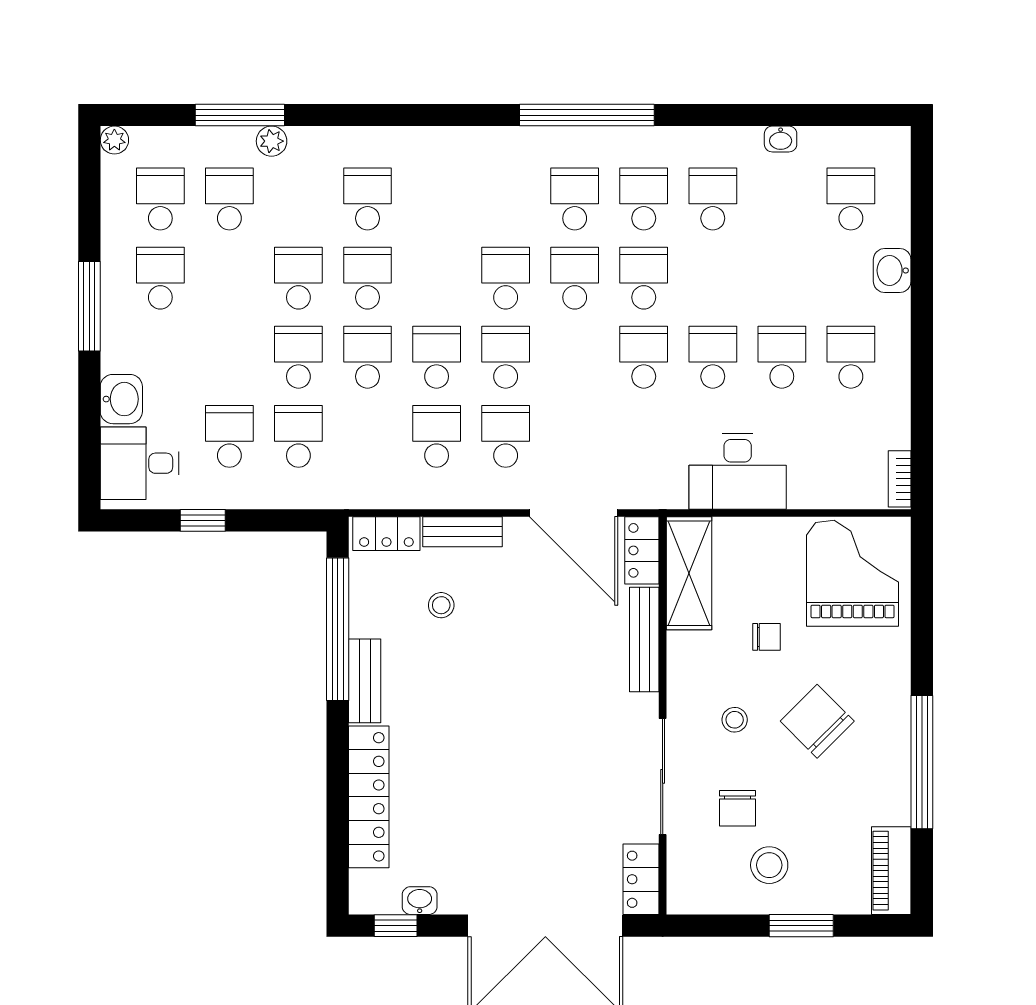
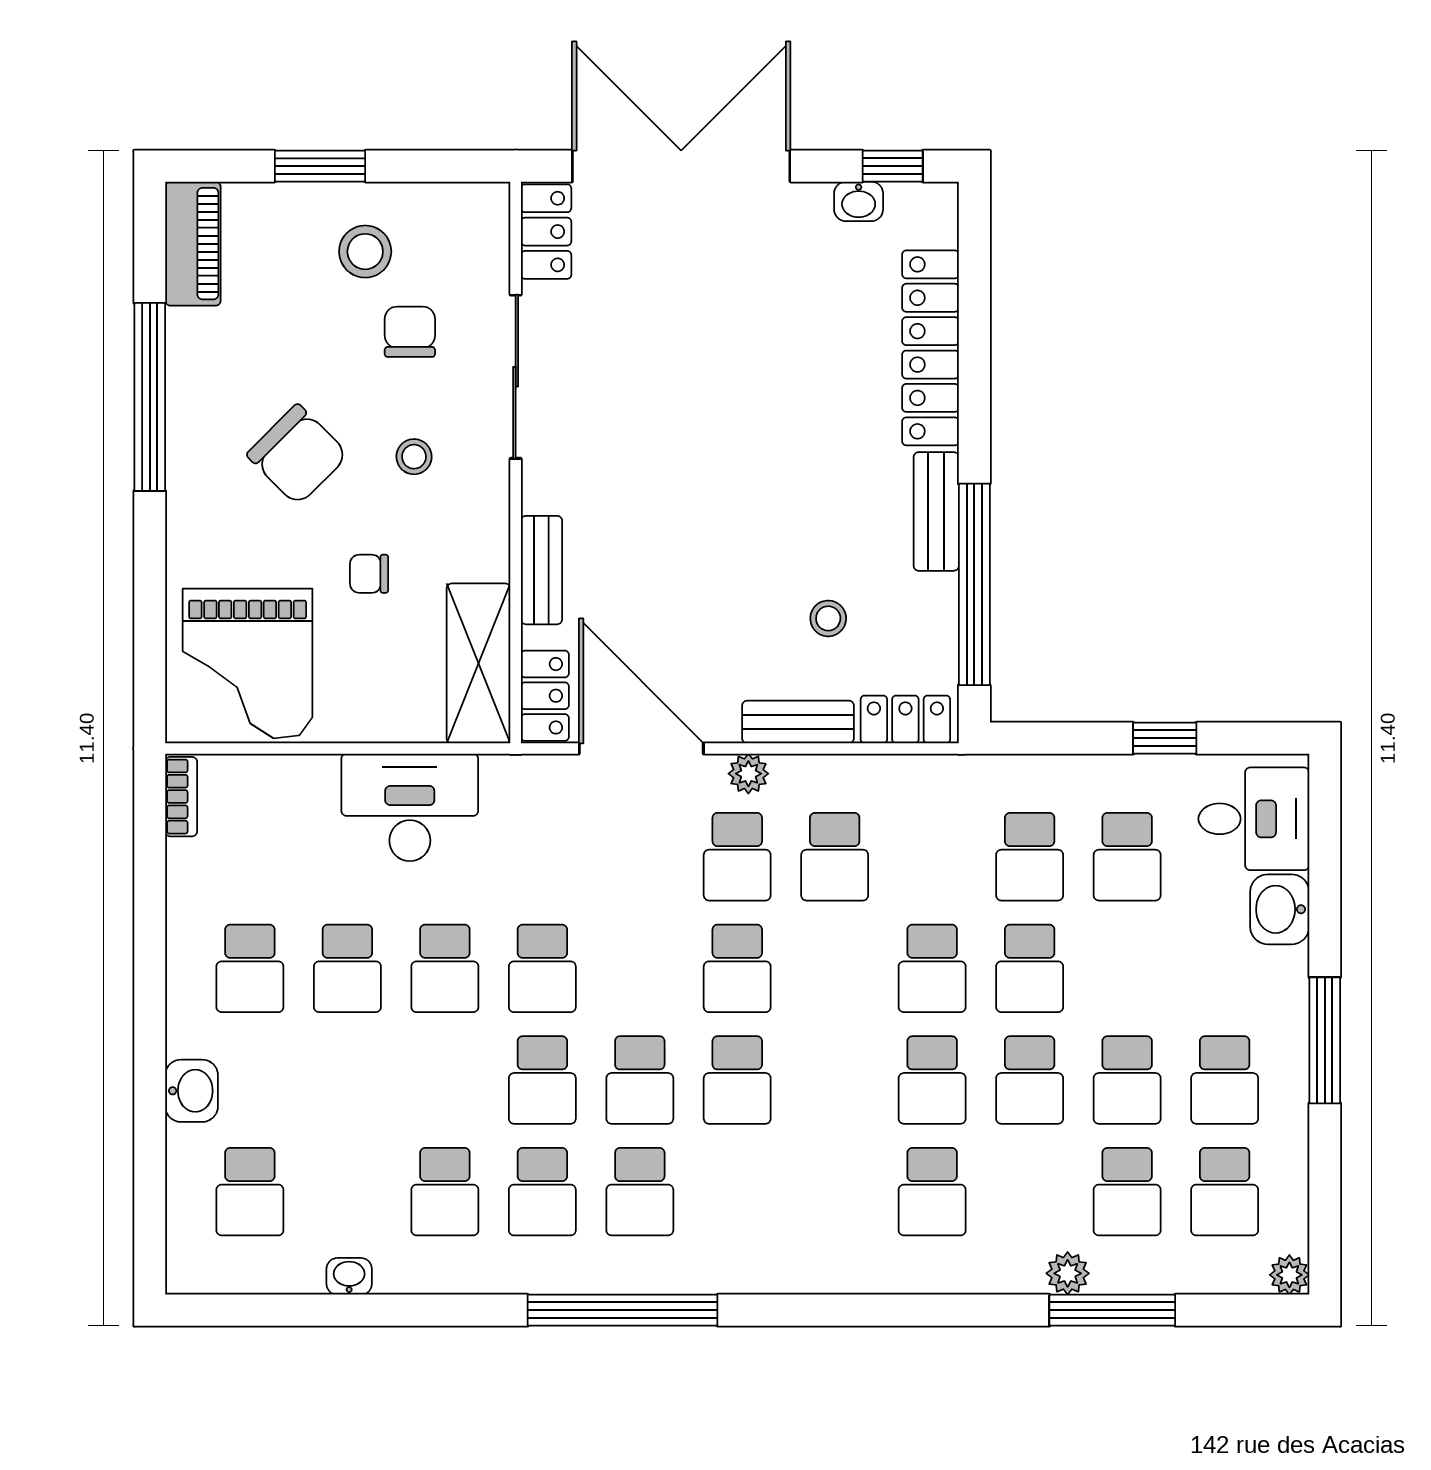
school desk: (437, 357) -> (1127, 1080), moved
plant: (498, 495) -> (748, 774), added
bench: (644, 639) -> (542, 570), width x0.73

